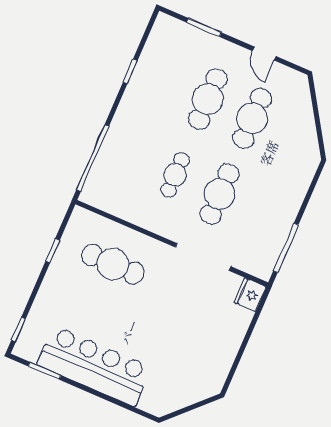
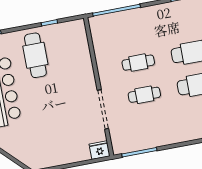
cafe table: (219, 194) -> (144, 95), width x0.73, depth x0.74
cafe table: (113, 264) -> (35, 55), moved

